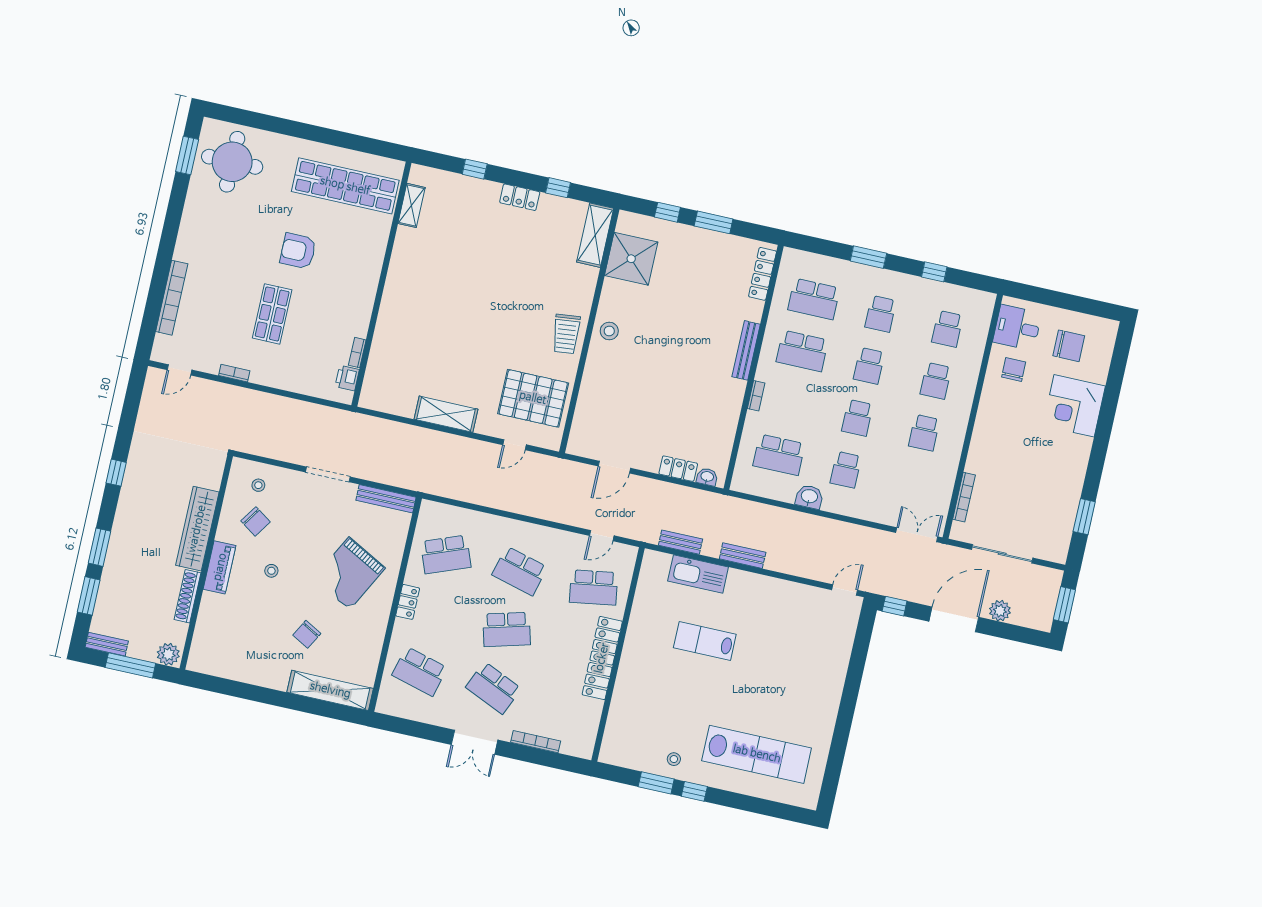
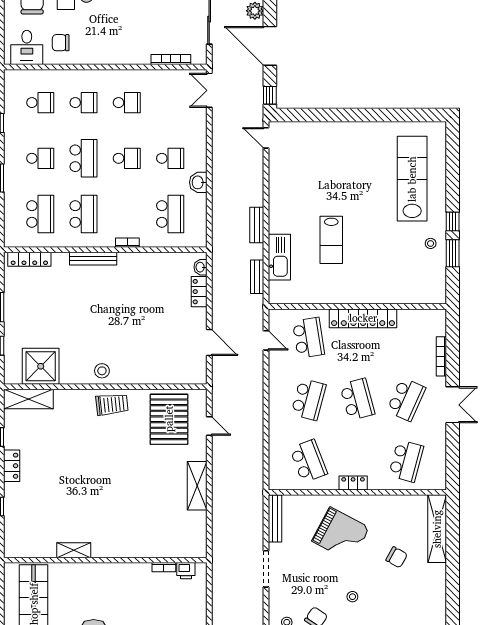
shelving: (412, 205) -> (74, 550), moved
school desk: (869, 366) -> (84, 158), width x1.85

